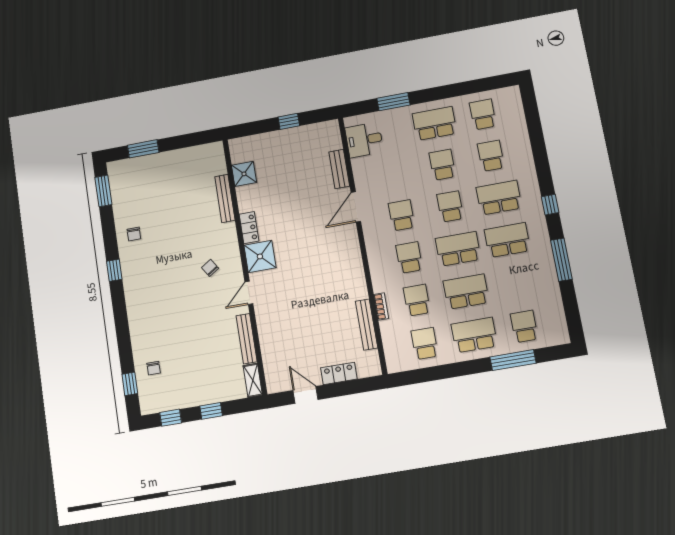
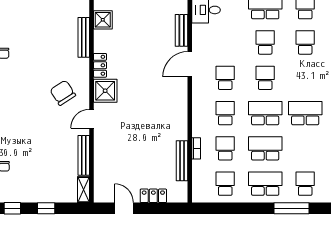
school desk: (499, 198) -> (305, 78), removed
chair: (210, 268) -> (63, 93), width x1.87, depth x1.87

